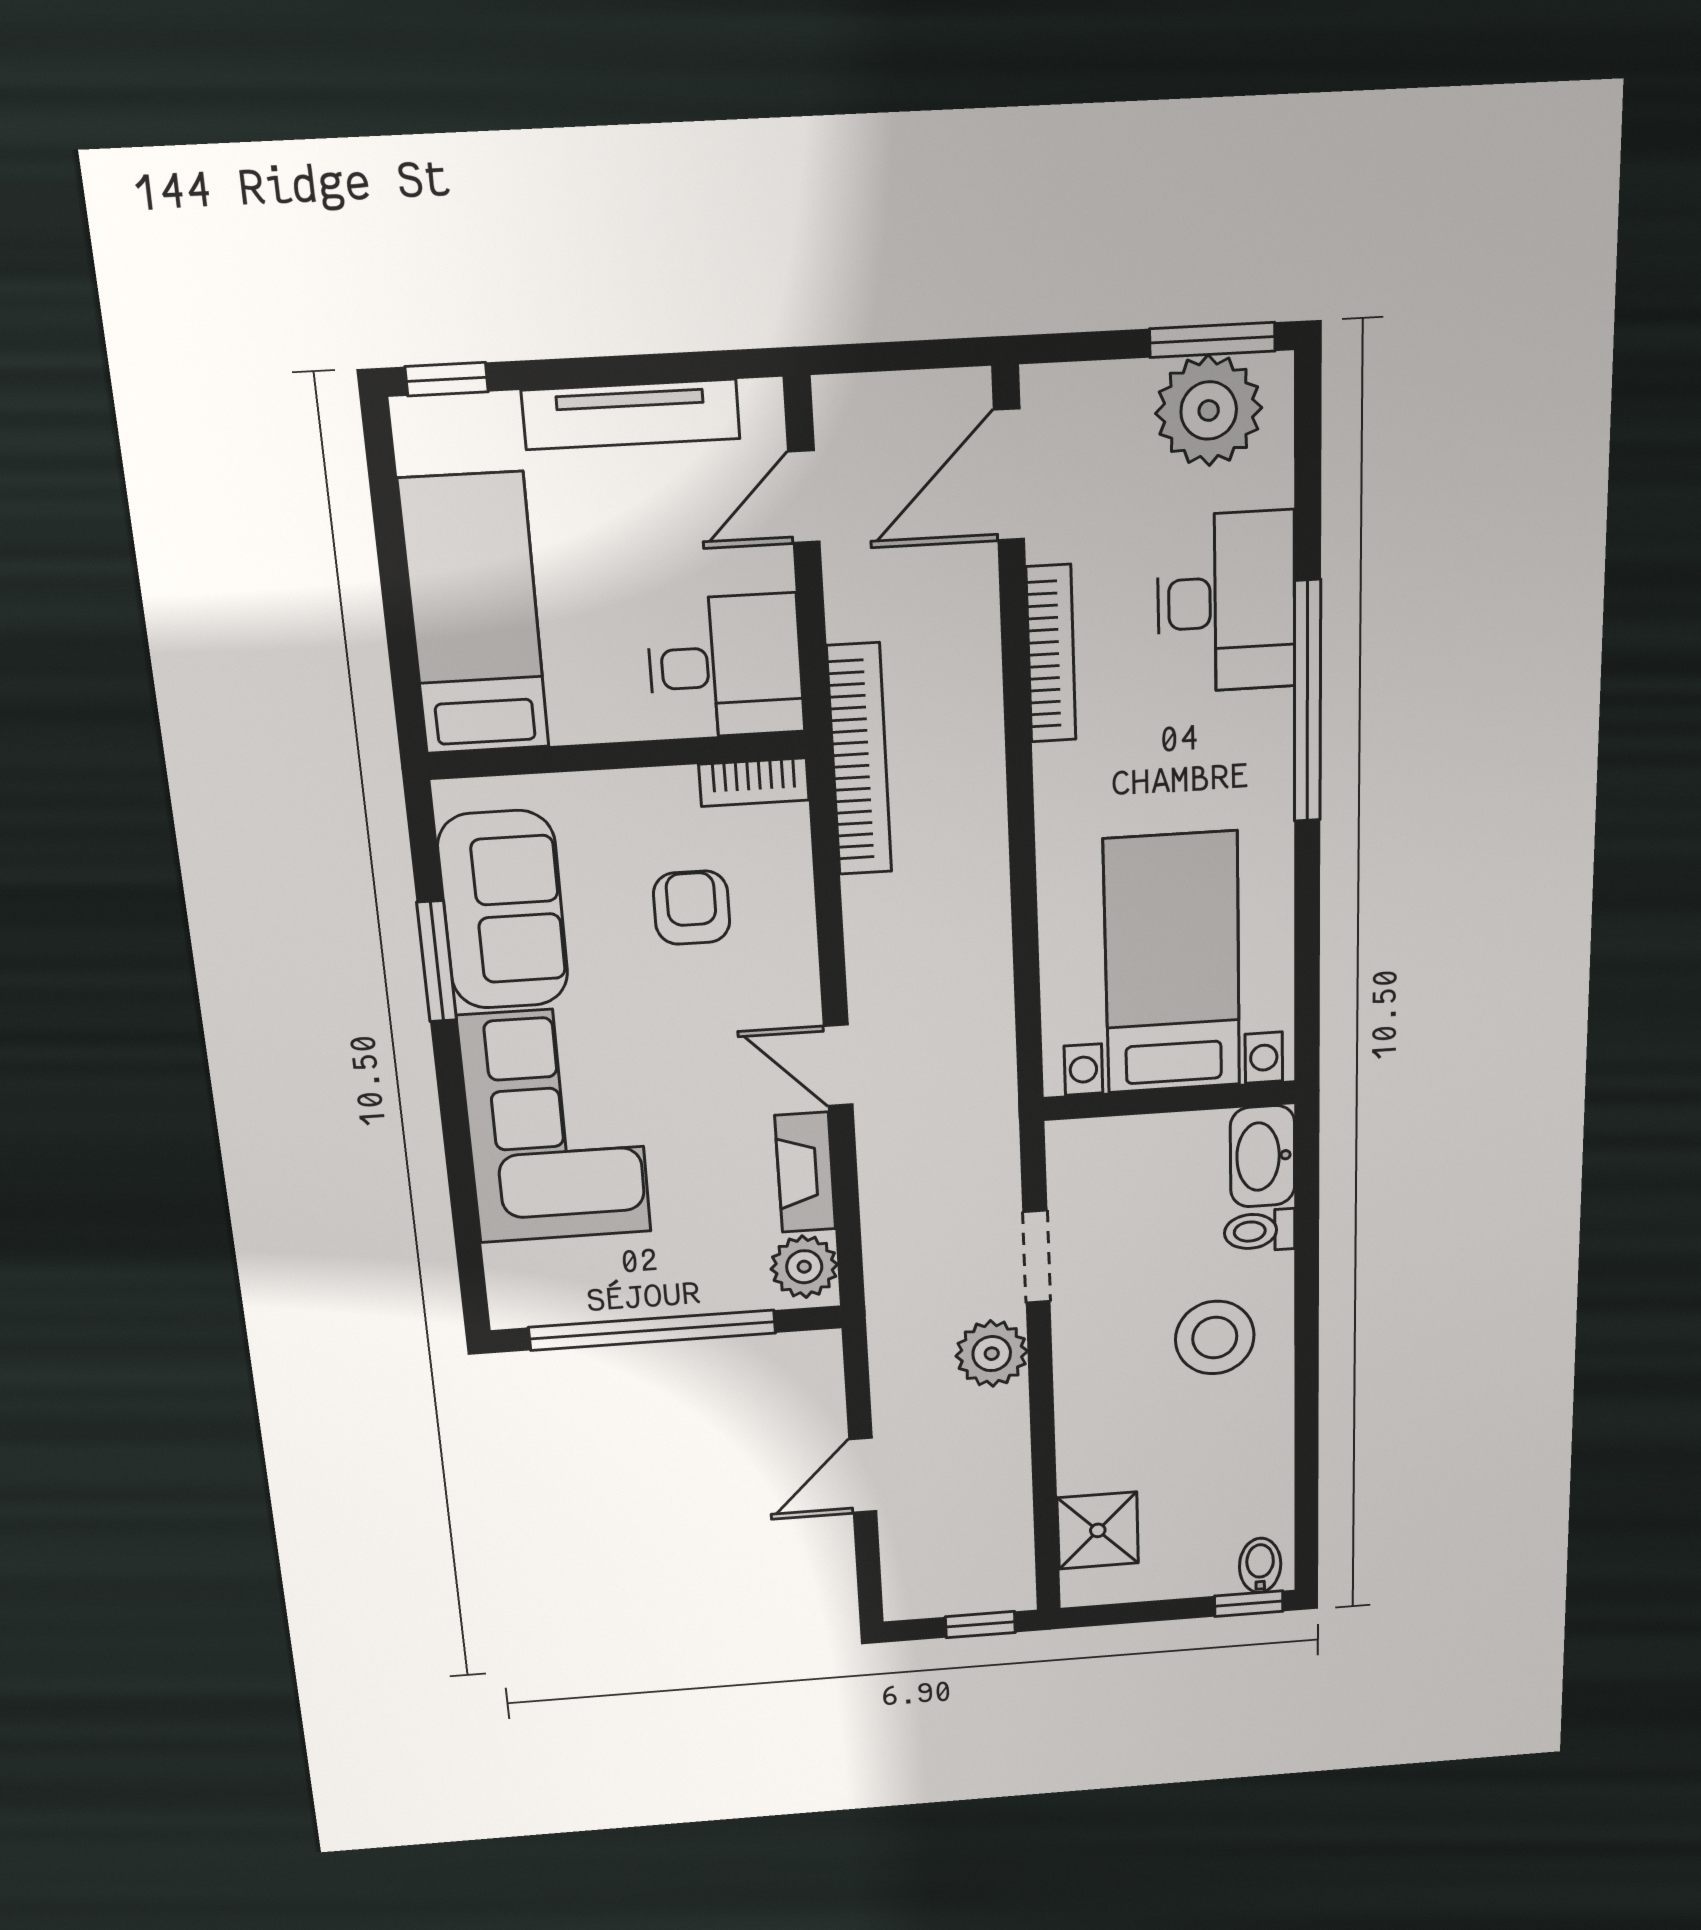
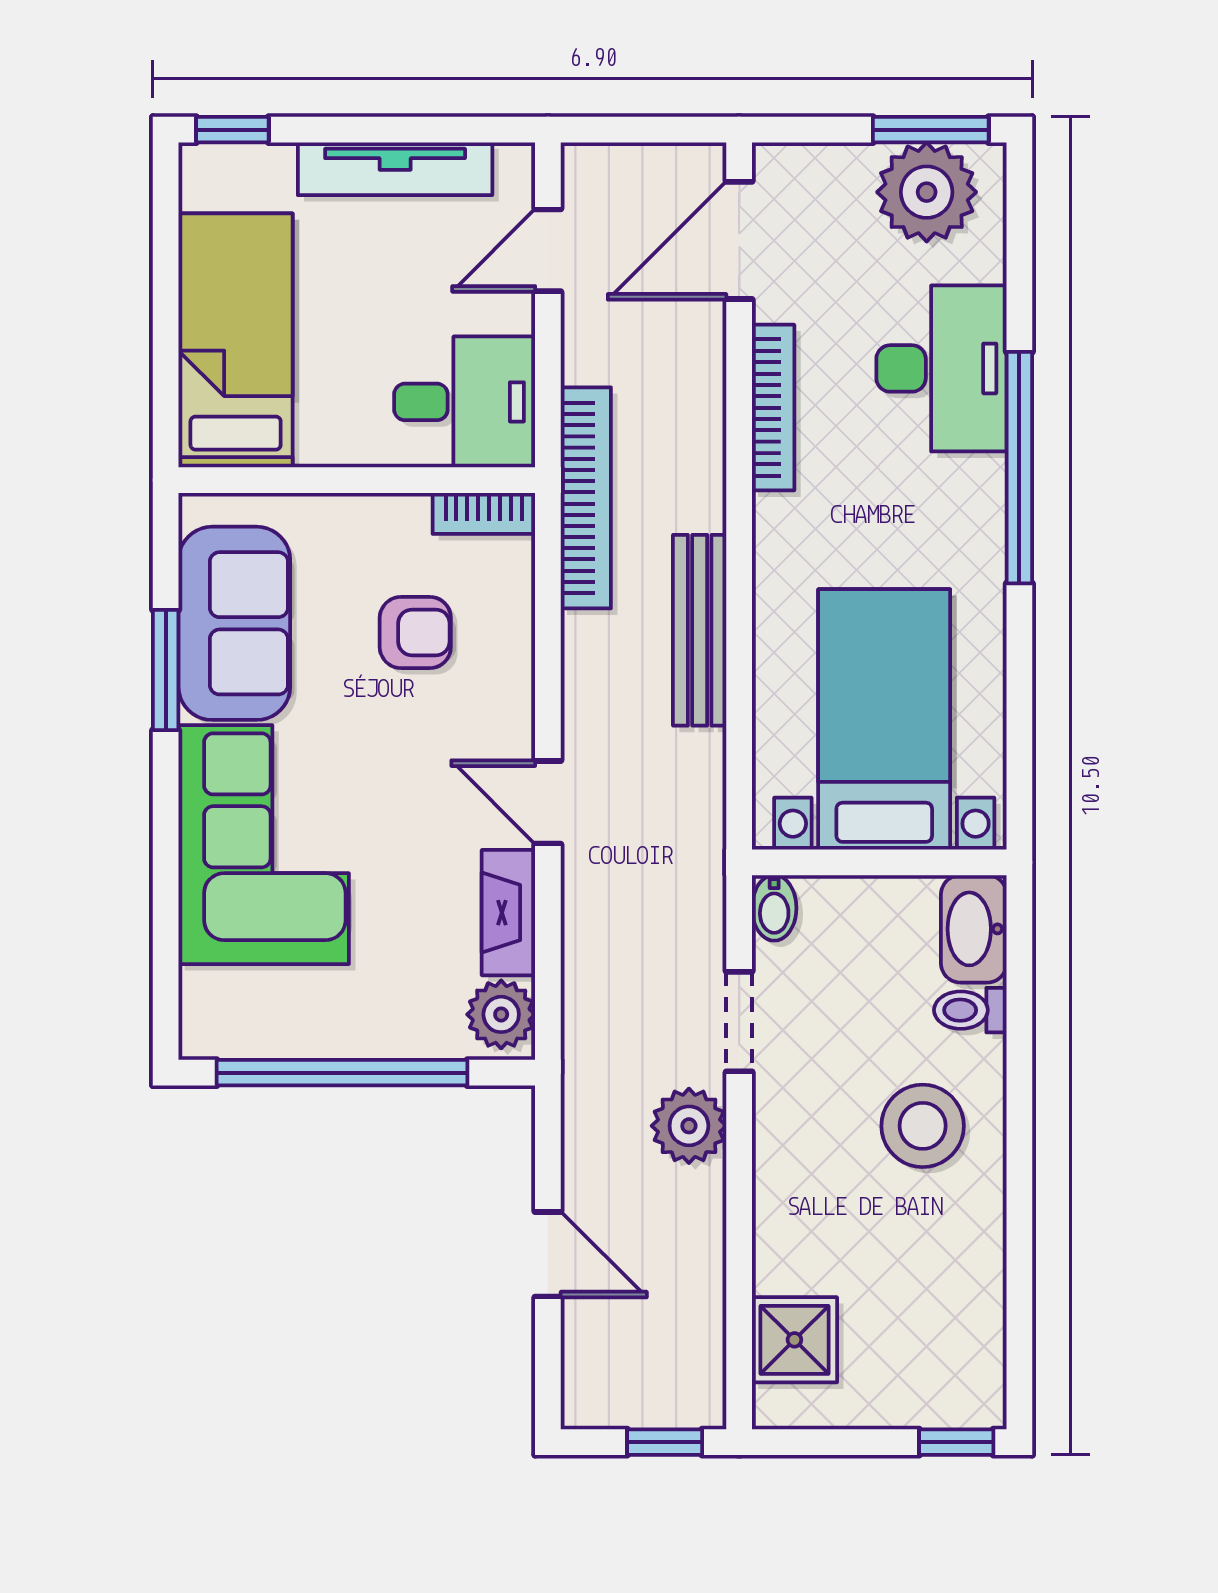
bench: (983, 887) -> (700, 630), added
armchair: (692, 908) -> (415, 632), turned 90
door: (863, 1475) -> (548, 1254), swing flipped
bidet: (1260, 1565) -> (774, 908), moved, turned 180

